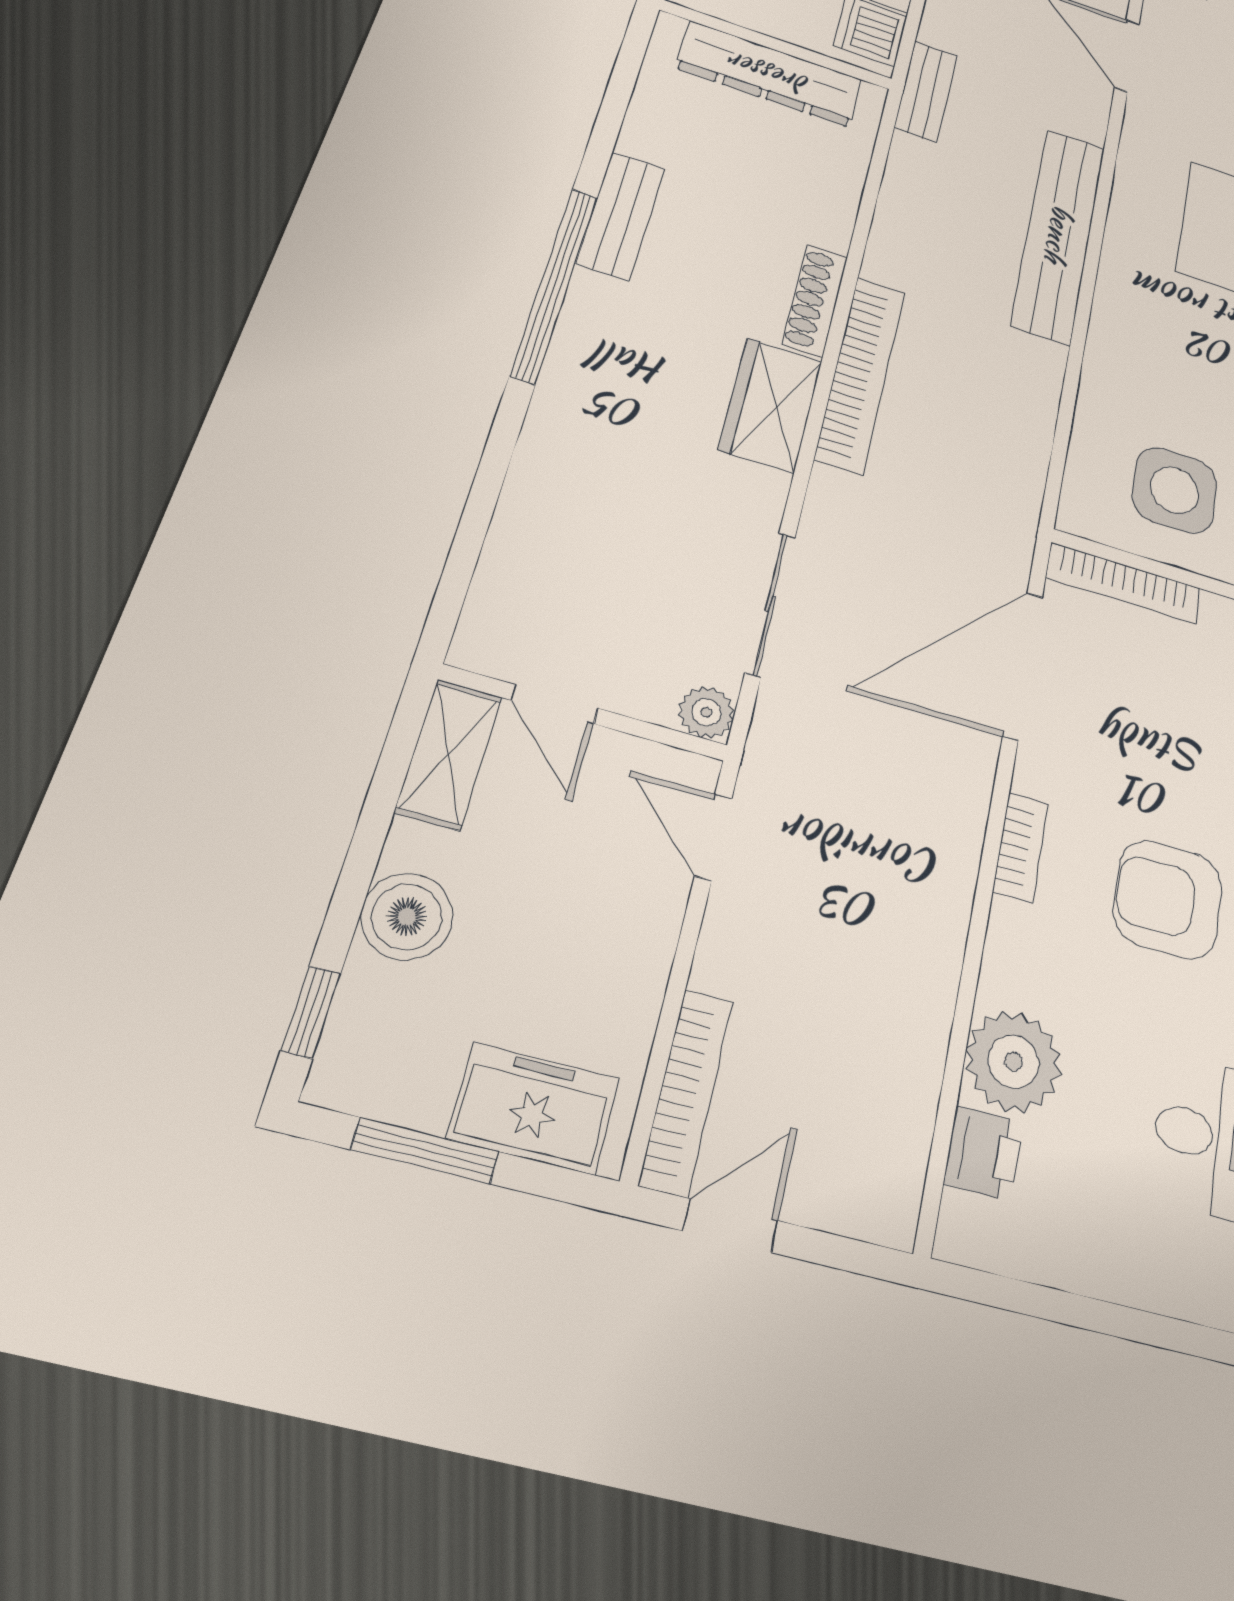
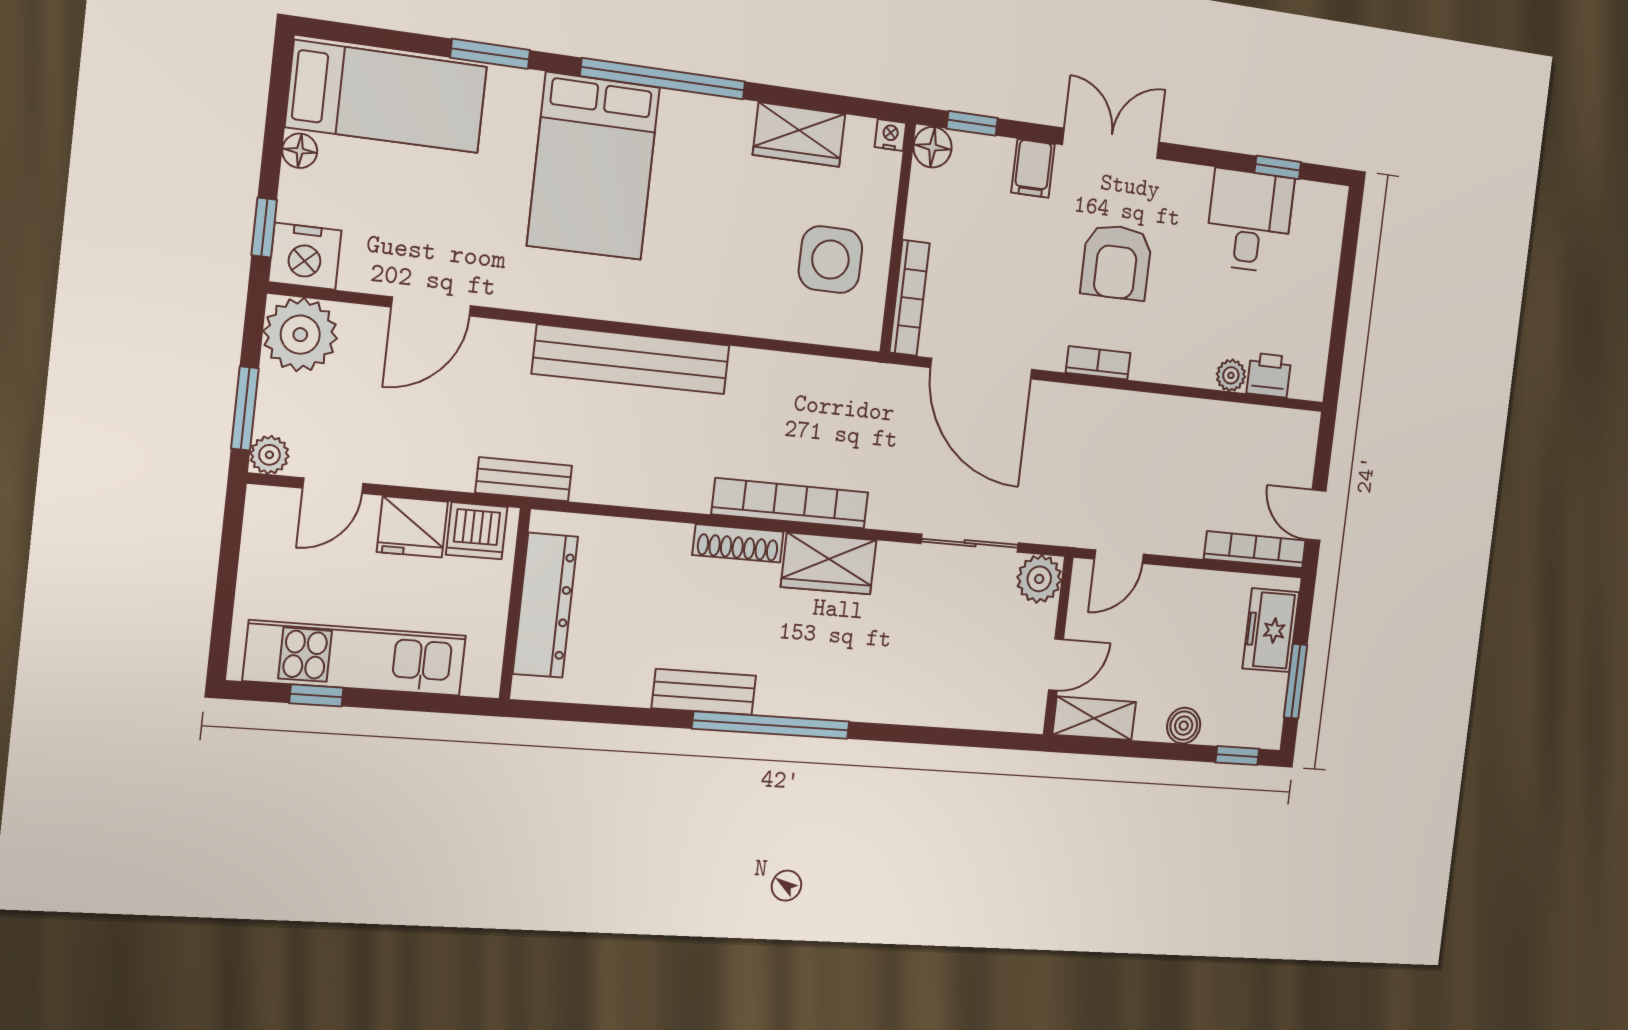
plant: (706, 712) -> (1039, 579), width x1.38, depth x1.38
boiler: (407, 917) -> (1184, 726), width x0.73, depth x0.73
plant: (1014, 1062) -> (1231, 375), width x0.53, depth x0.53

